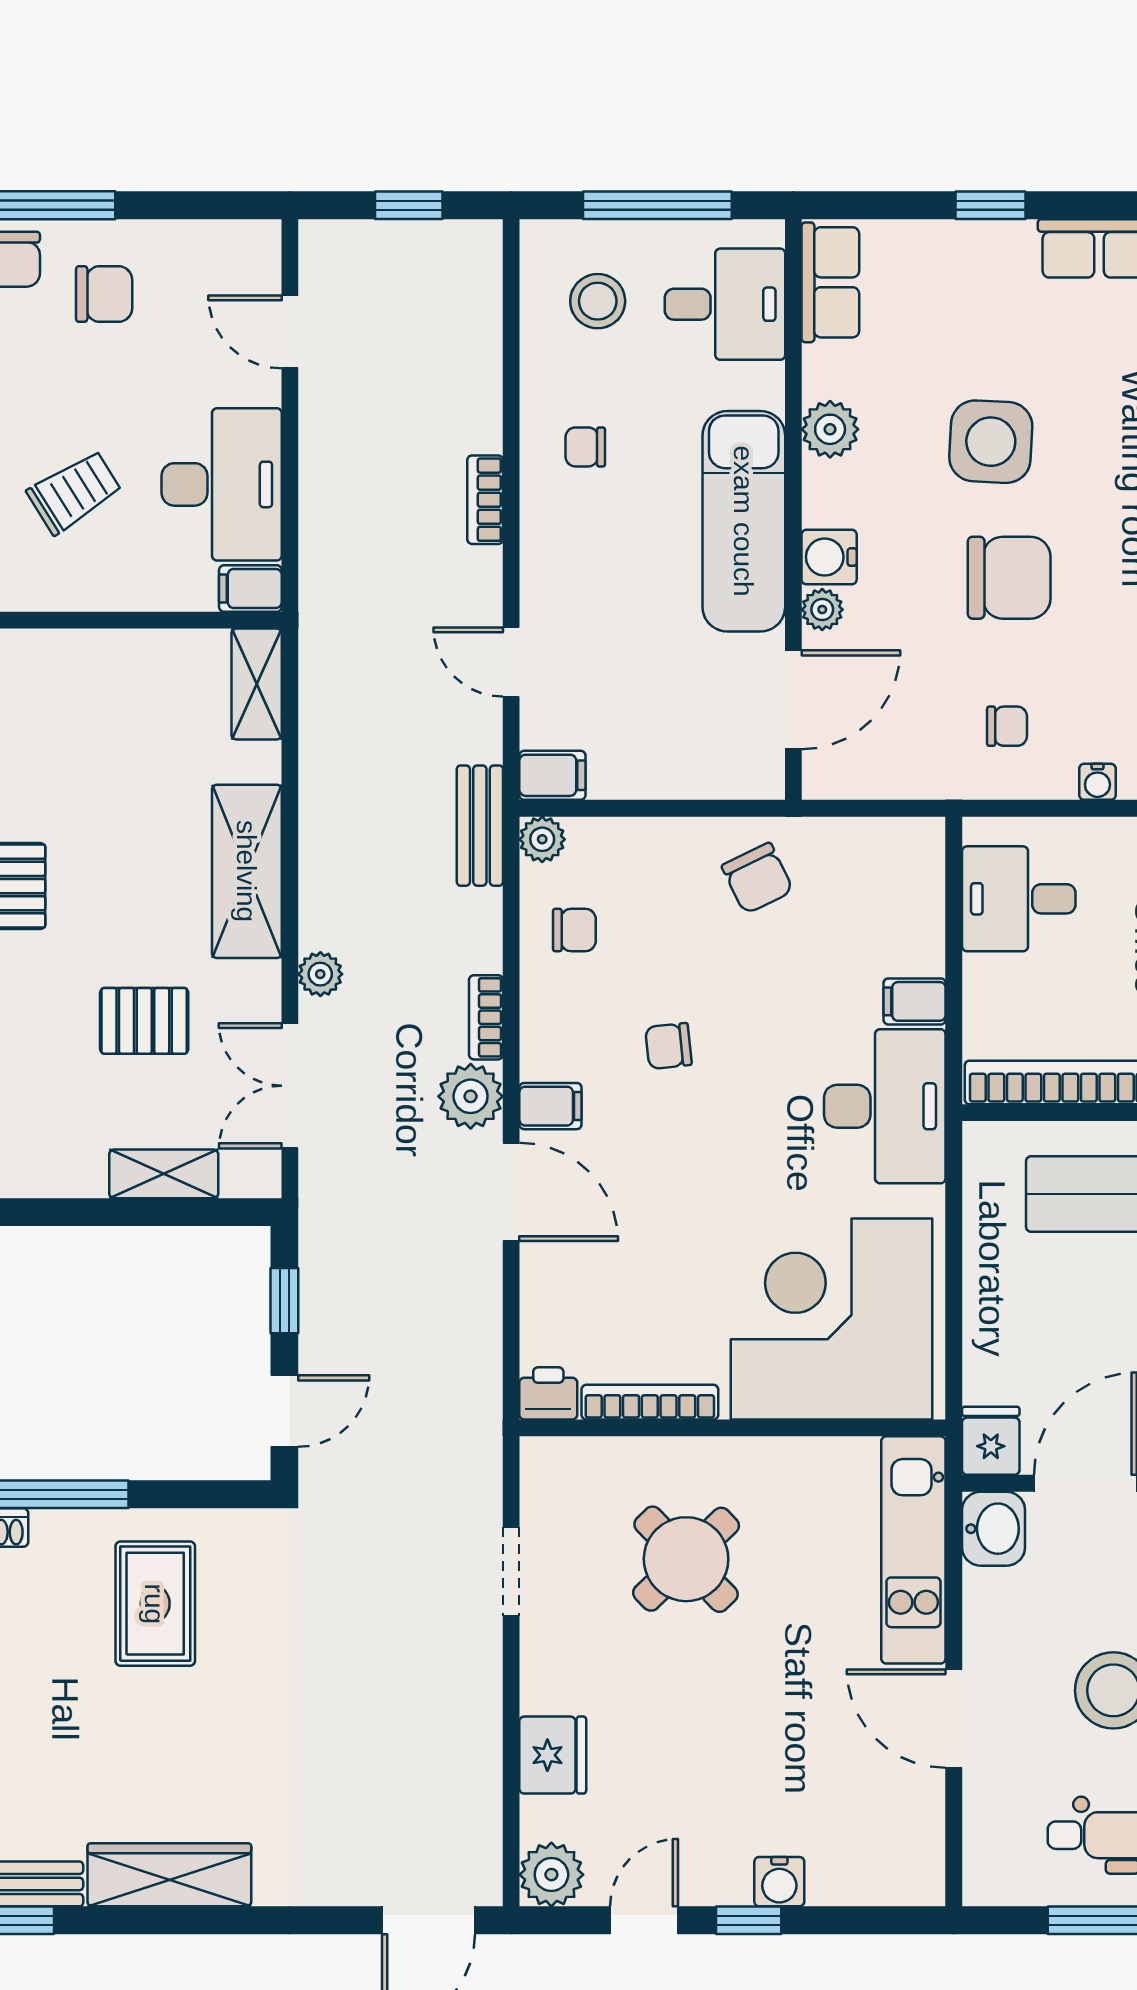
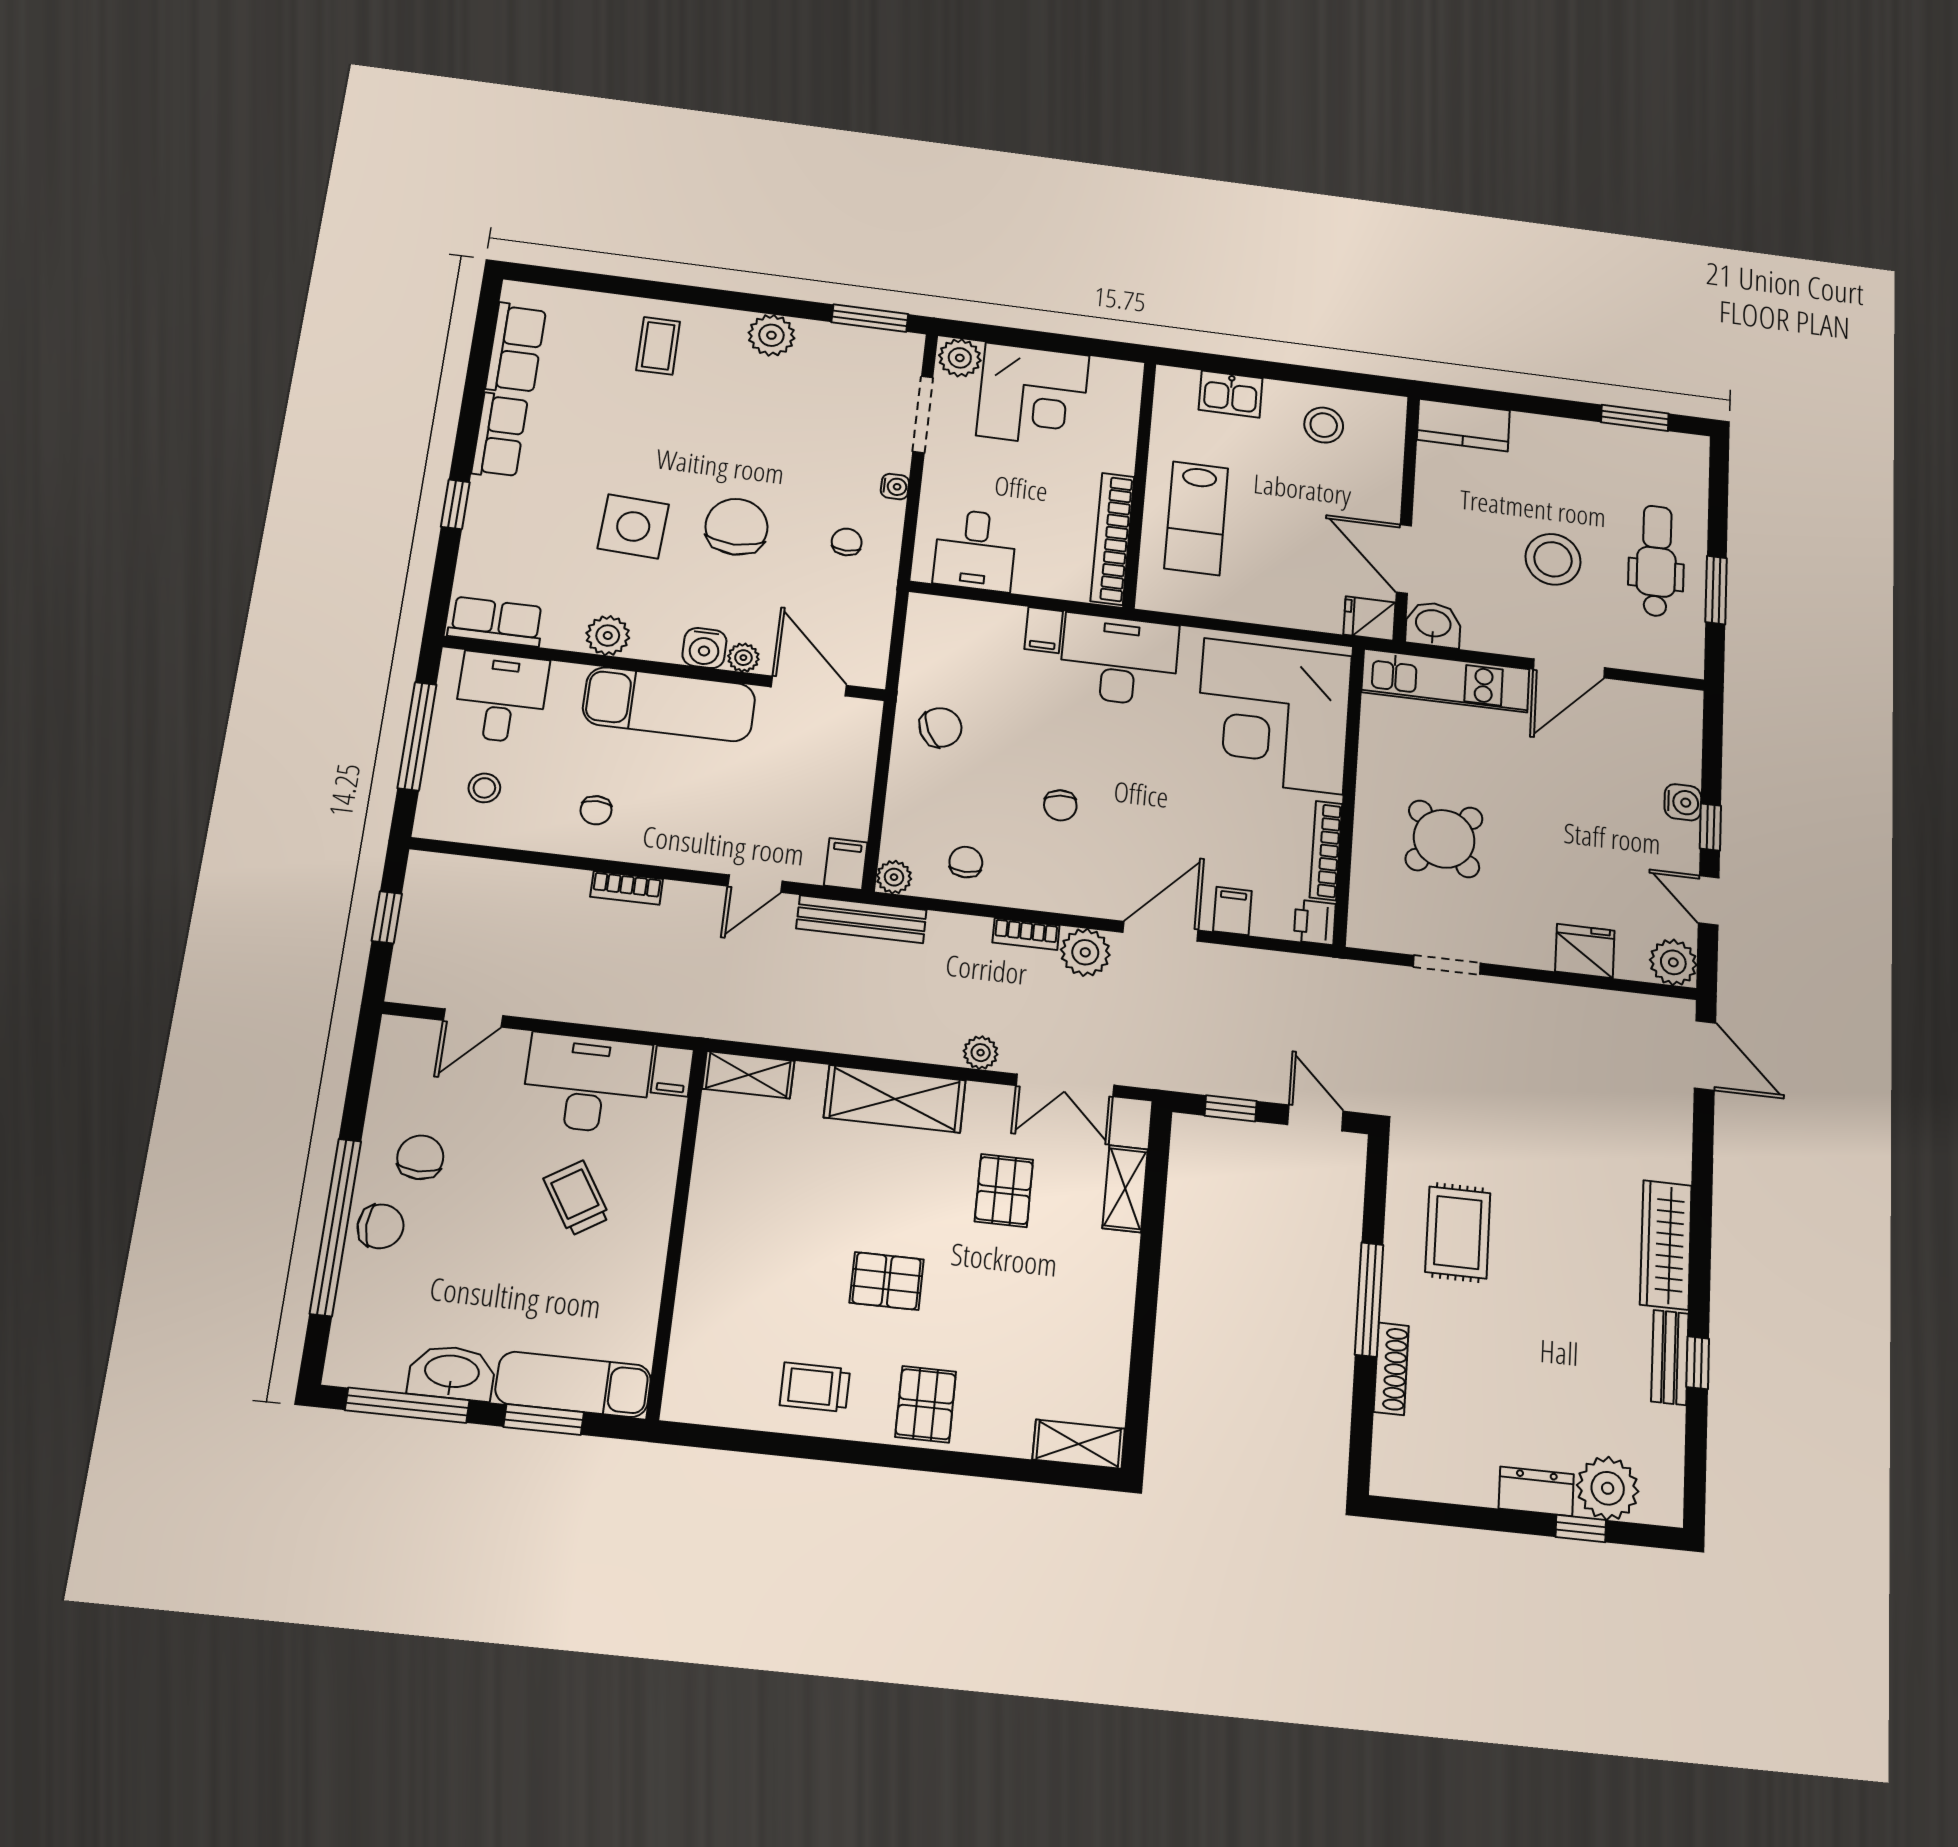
stool: (598, 301) -> (484, 788), width x0.73, depth x0.73
bench: (480, 826) -> (861, 919), width x1.36
filing cabinet: (550, 1106) -> (1232, 911), moved
rug: (155, 1604) -> (1458, 1232), turned 90

